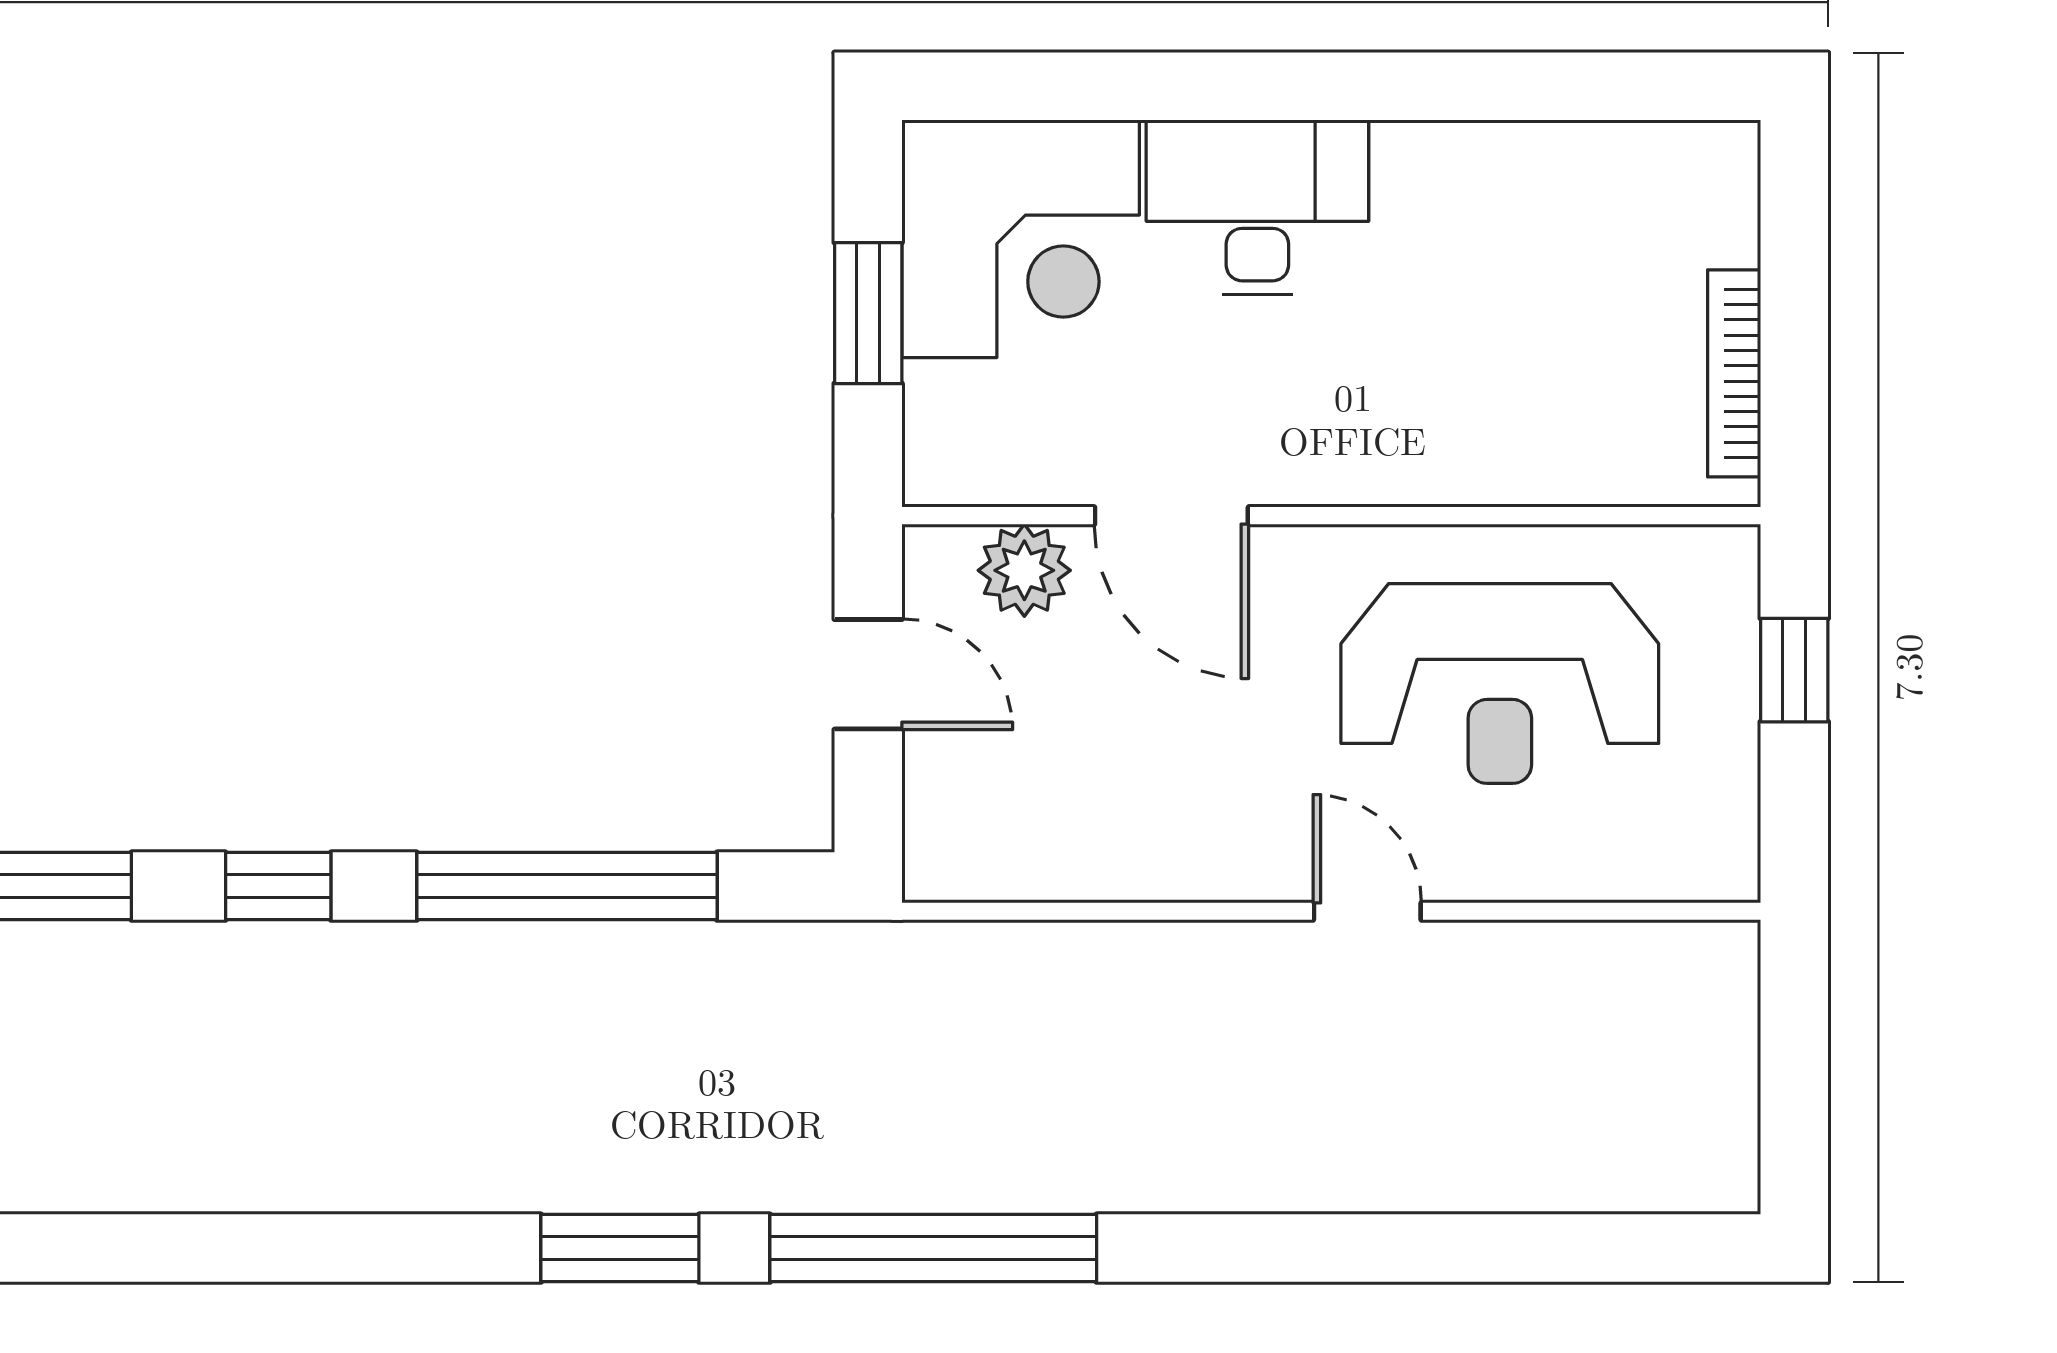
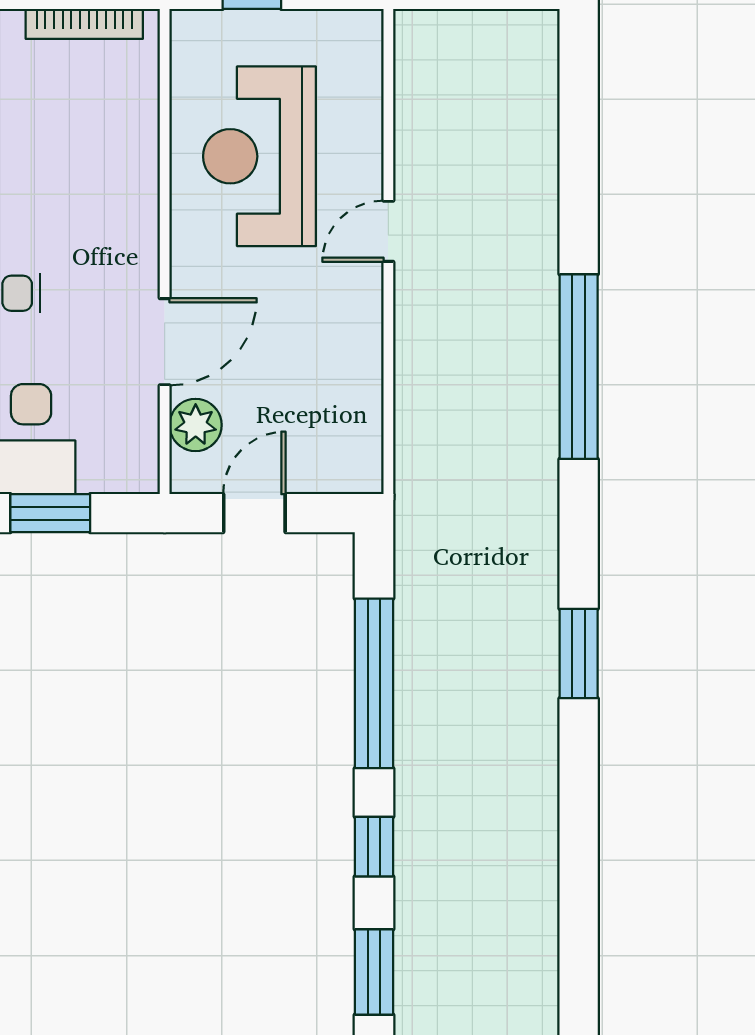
reception desk: (1500, 683) -> (260, 156), turned 180
window: (933, 1248) -> (579, 367), moved

